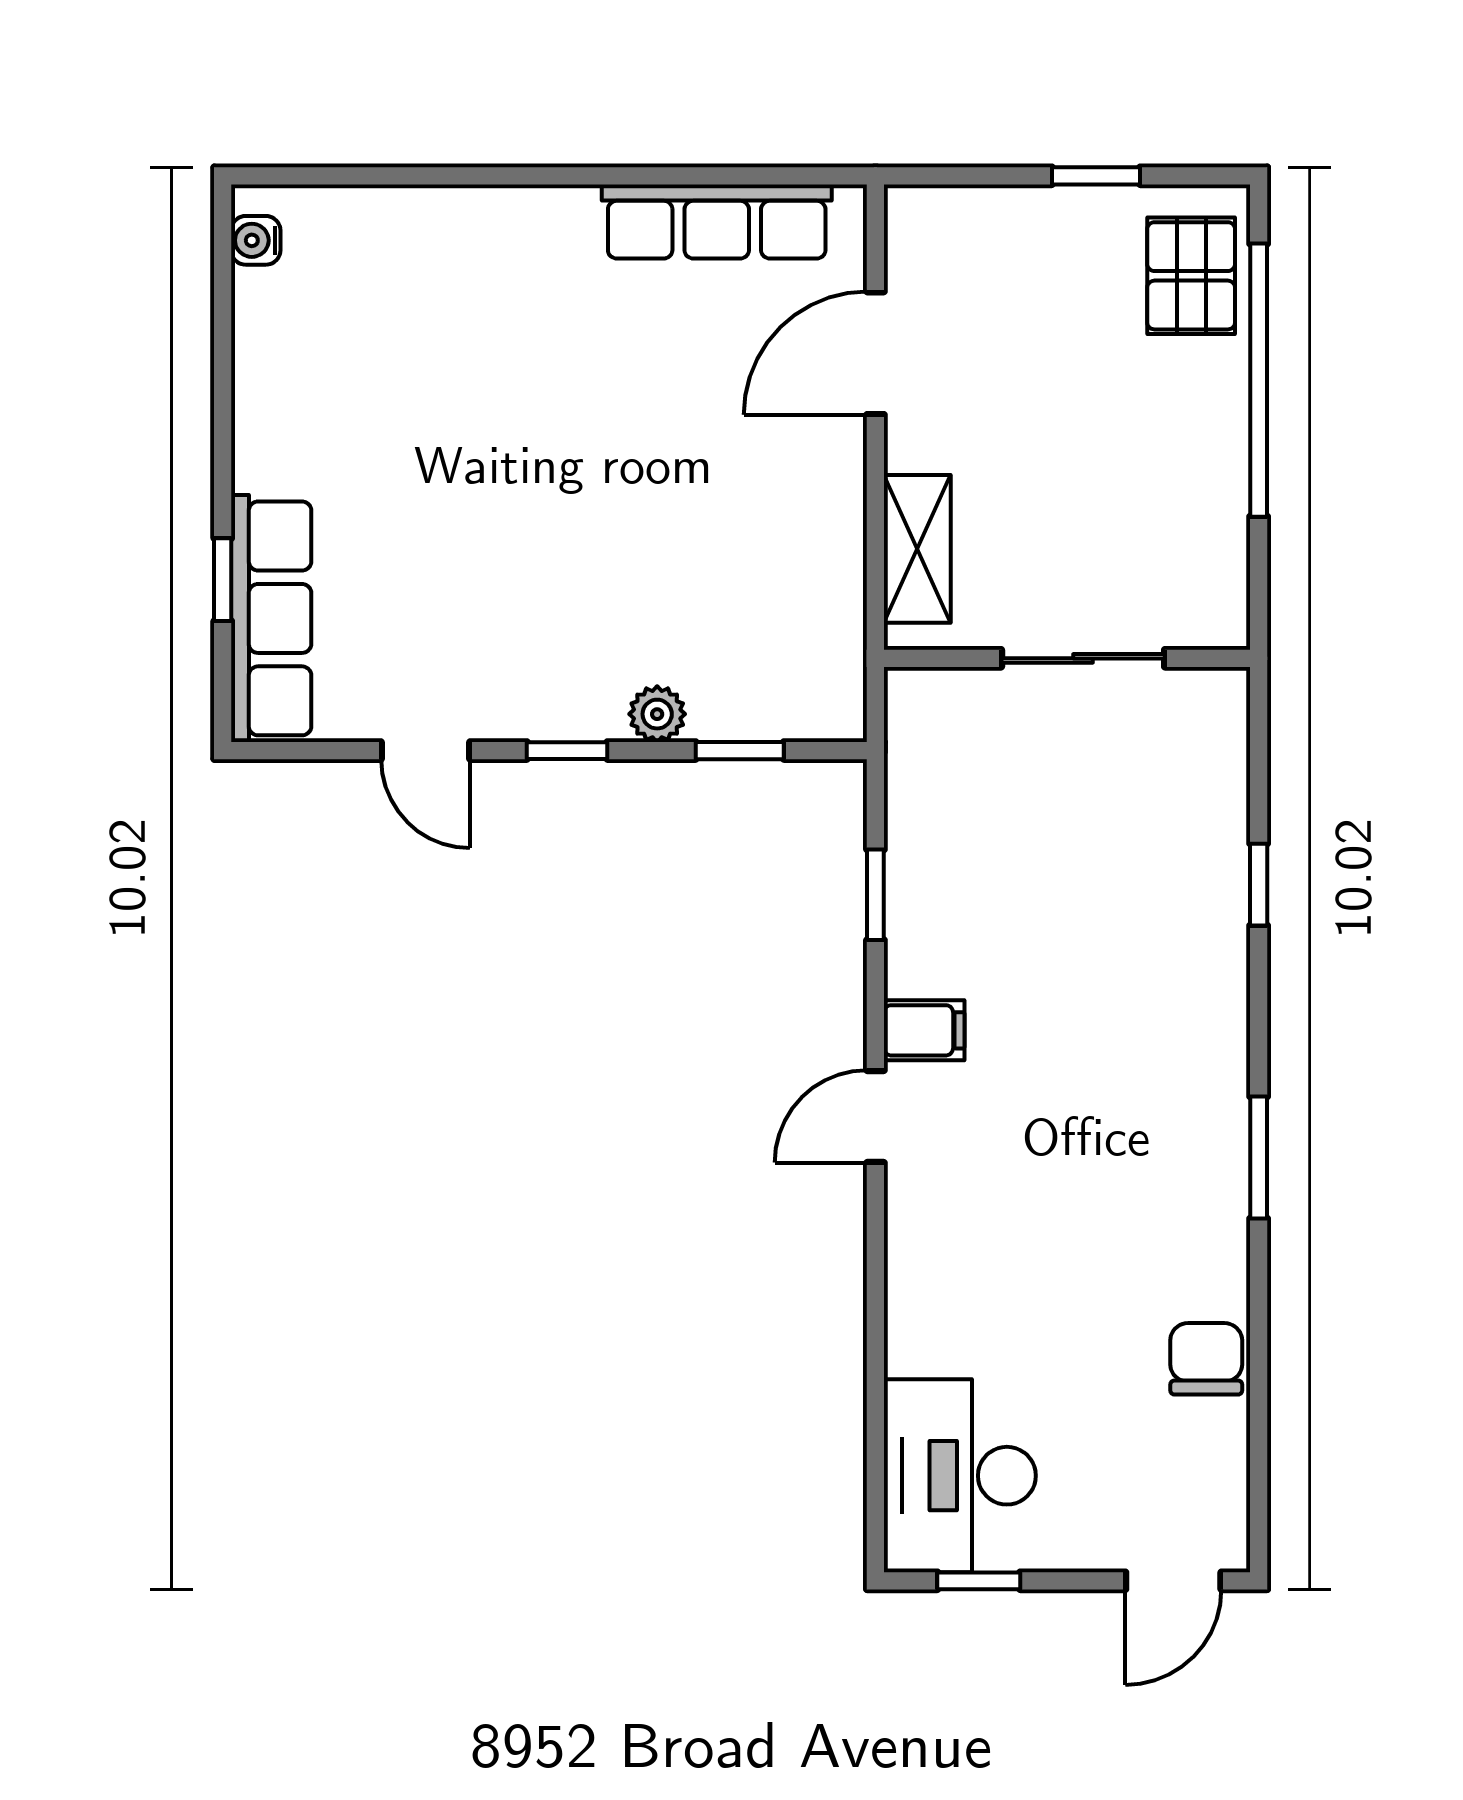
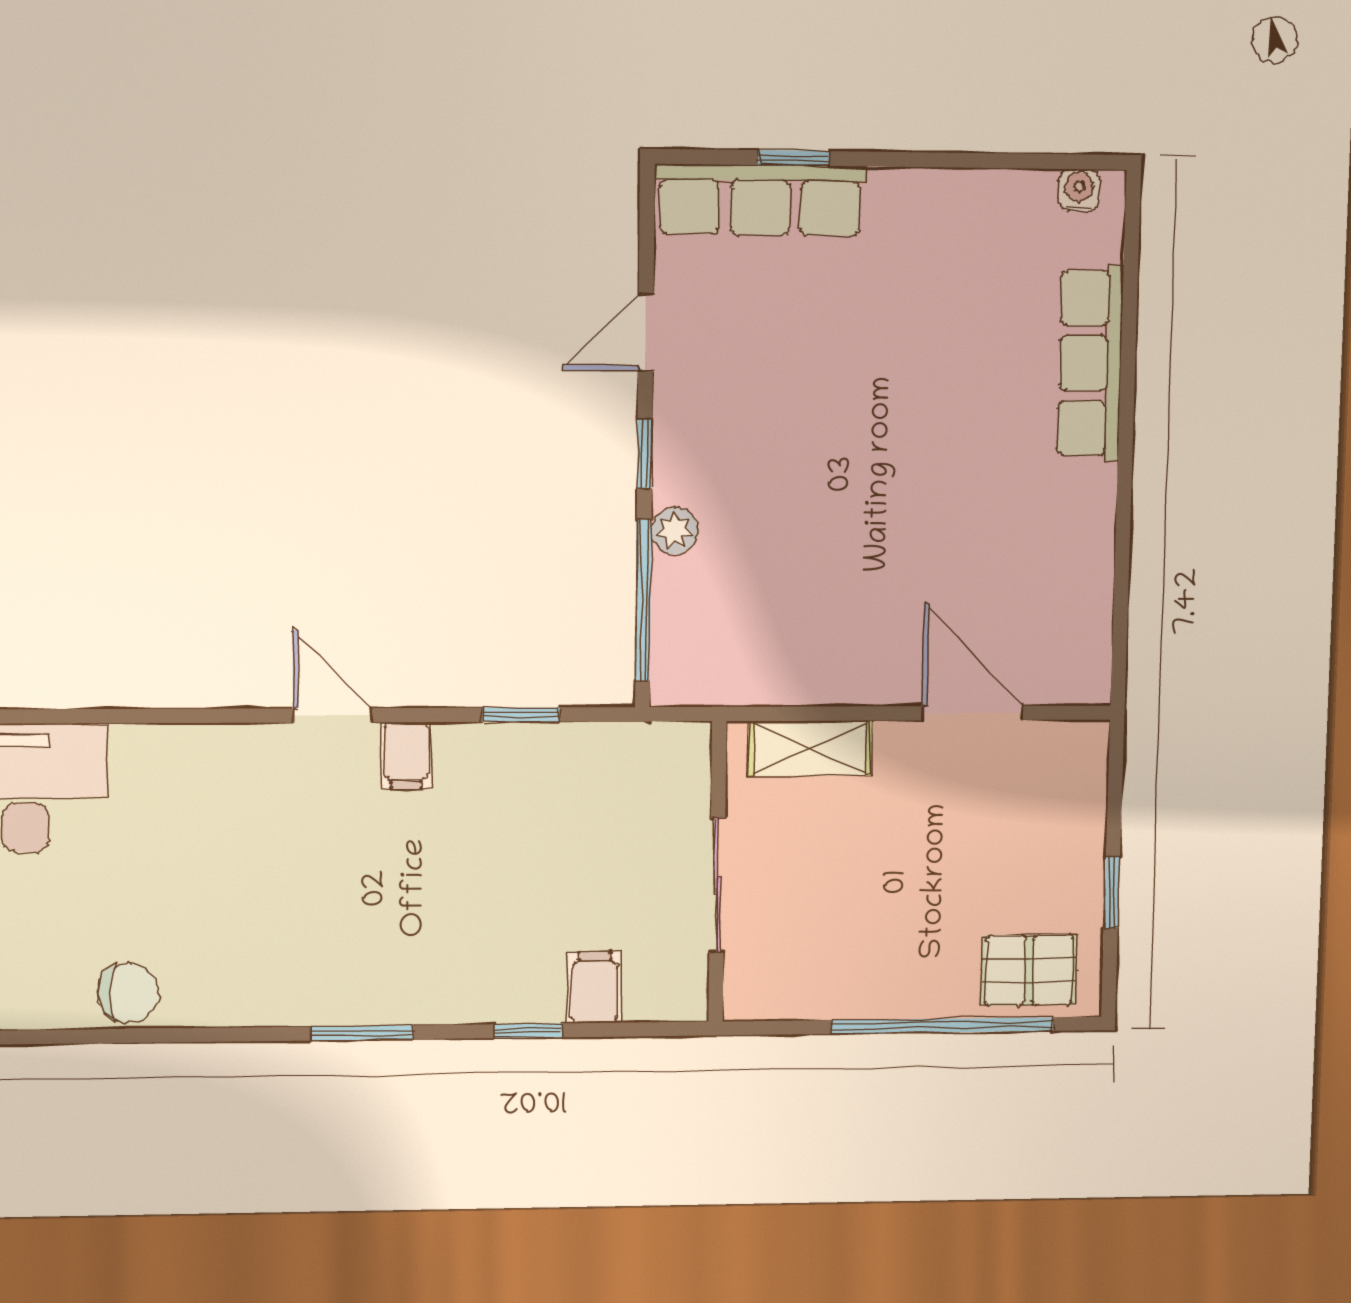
row of seats: (717, 222) -> (1090, 363), moved
window: (740, 751) -> (643, 600), width x2.17
filing cabinet: (1206, 805) -> (595, 987), added
window: (1259, 1157) -> (362, 1033), moved

